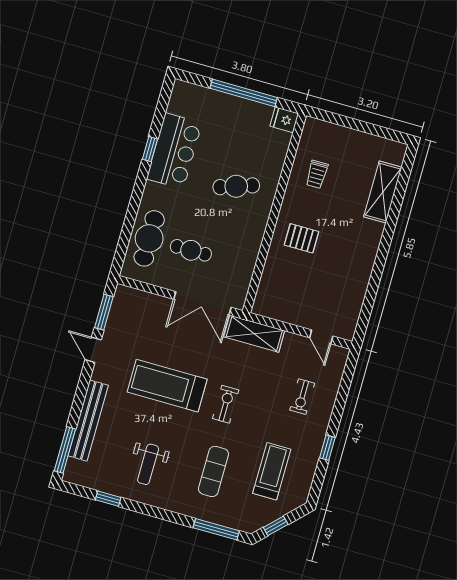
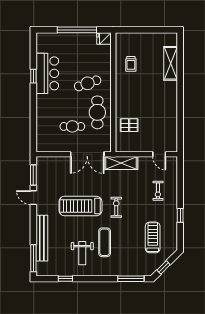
cafe table: (149, 238) -> (97, 112), moved
pallet: (301, 238) -> (129, 125), moved
exercise mat: (214, 471) -> (105, 242), moved

